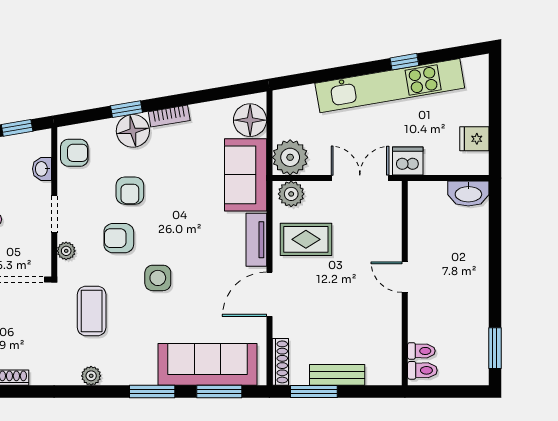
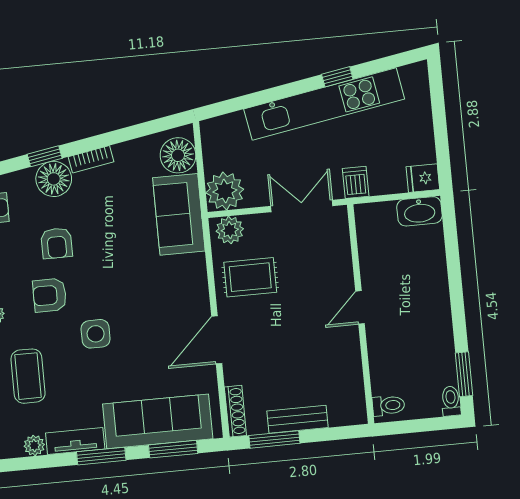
fridge: (474, 139) -> (423, 178), moved
dishwasher: (408, 161) -> (356, 182), width x0.73
tv unit: (256, 240) -> (75, 441), moved, turned 90
door: (405, 277) -> (360, 307), hinge flipped
toilet: (421, 351) -> (451, 401), moved, turned -90

